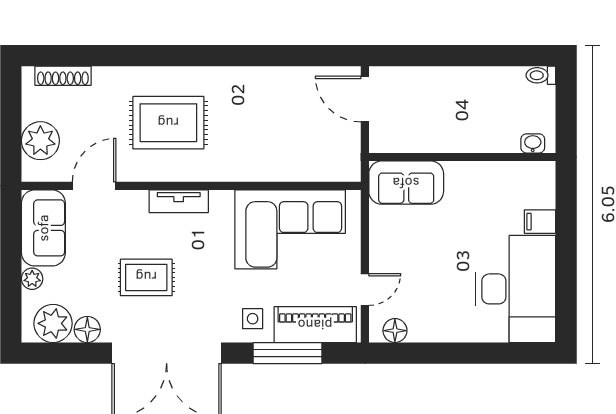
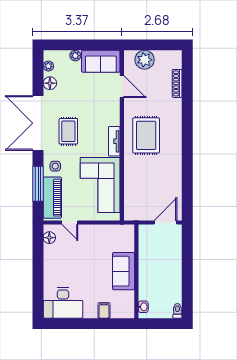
shoe rack: (63, 76) -> (177, 83), moved
rug: (168, 123) -> (146, 135), moved
sofa: (406, 183) -> (124, 271), moved
tv unit: (179, 201) -> (114, 141), moved
rug: (146, 277) -> (68, 131), moved
desk: (516, 289) -> (63, 303), width x0.73, depth x0.77
plant: (53, 323) -> (48, 66), width x0.53, depth x0.53

